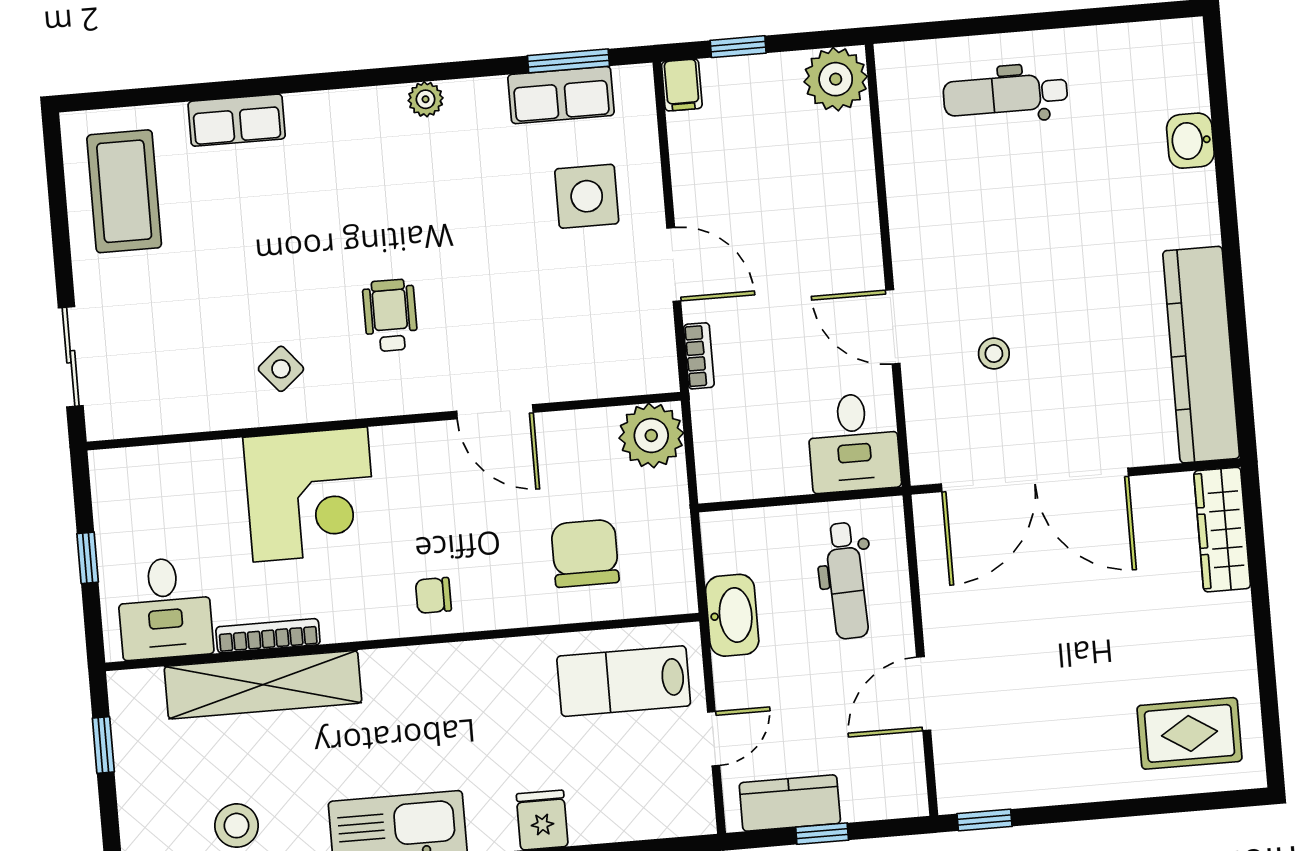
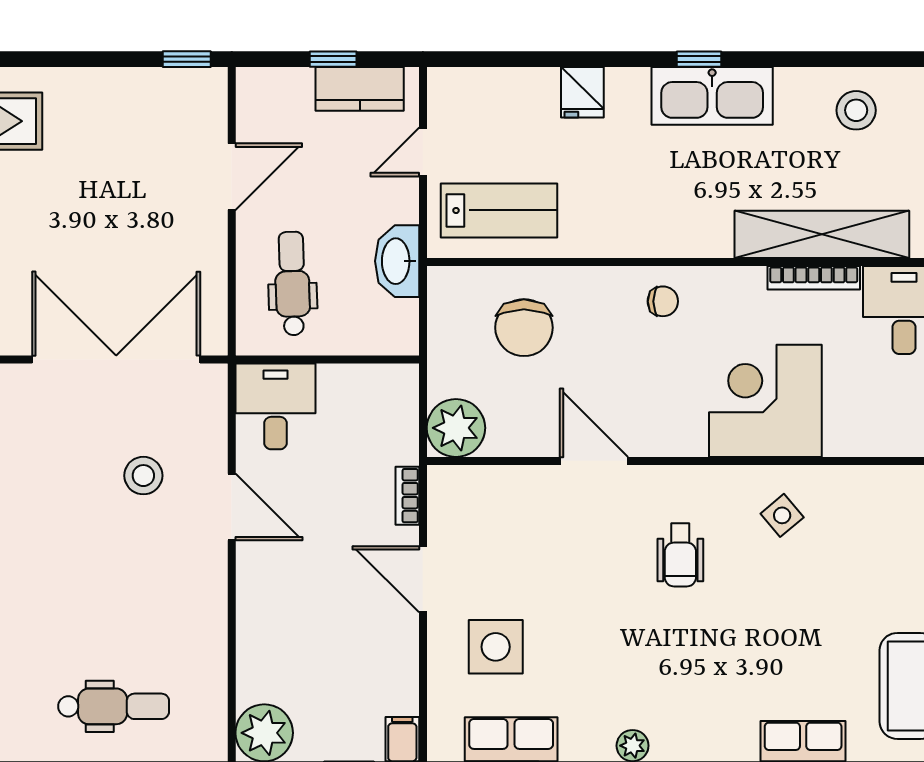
stool: (994, 354) -> (143, 476), width x1.37, depth x1.37

